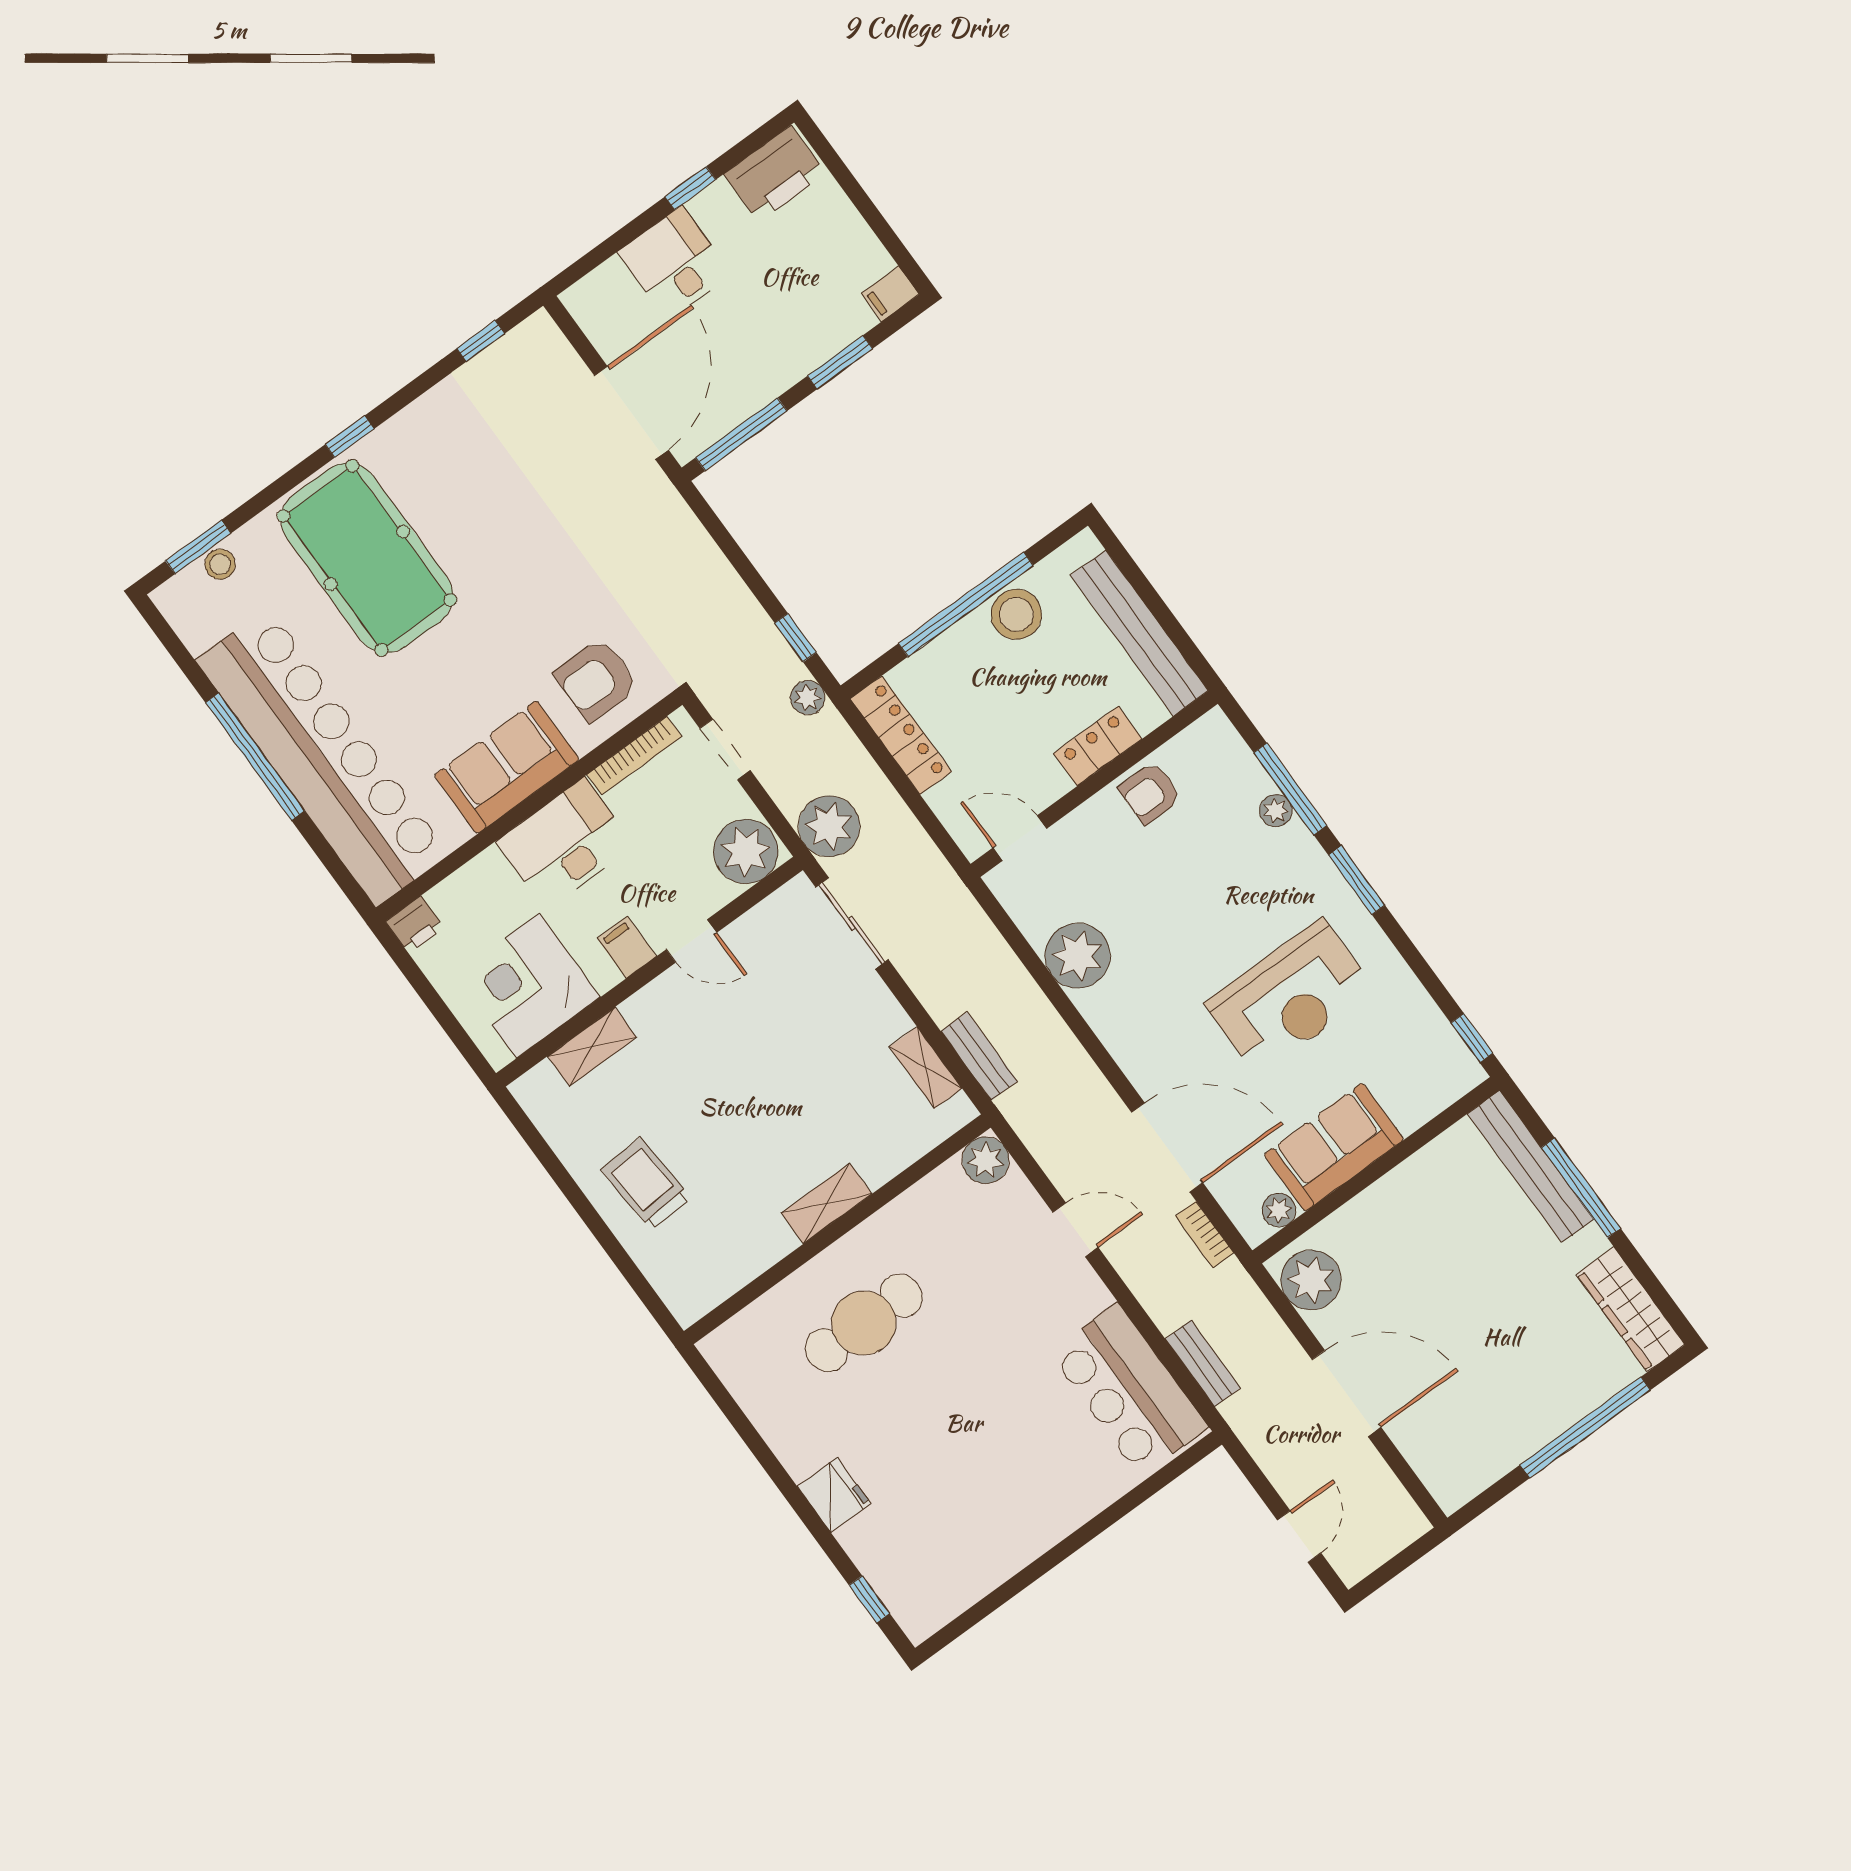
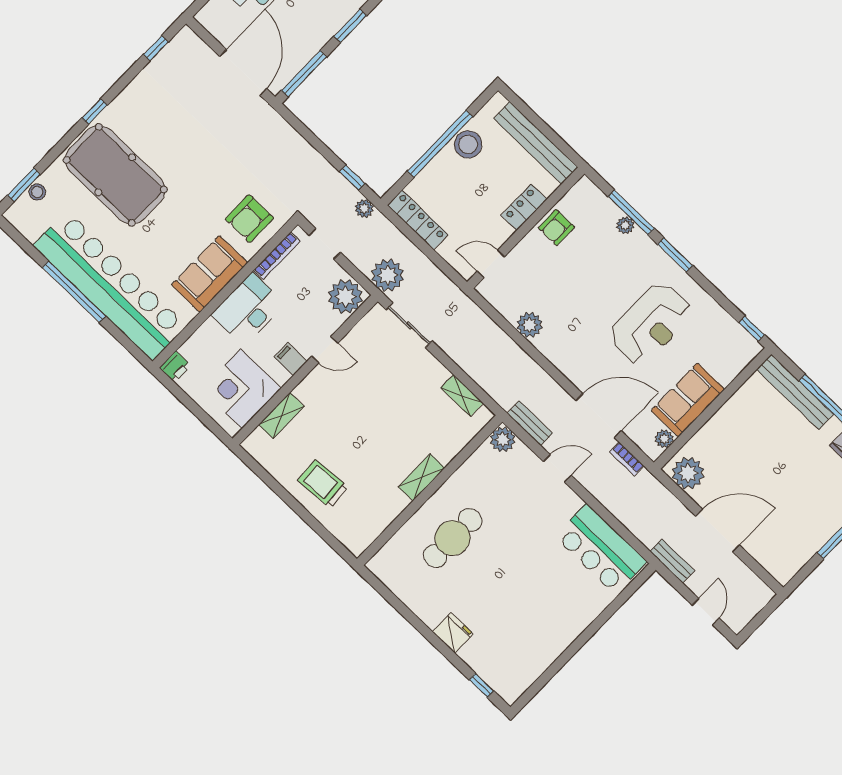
plant: (1078, 956) -> (530, 325), width x0.73, depth x0.73
bench: (979, 1056) -> (530, 423), moved
bench: (1203, 1363) -> (672, 561), moved

